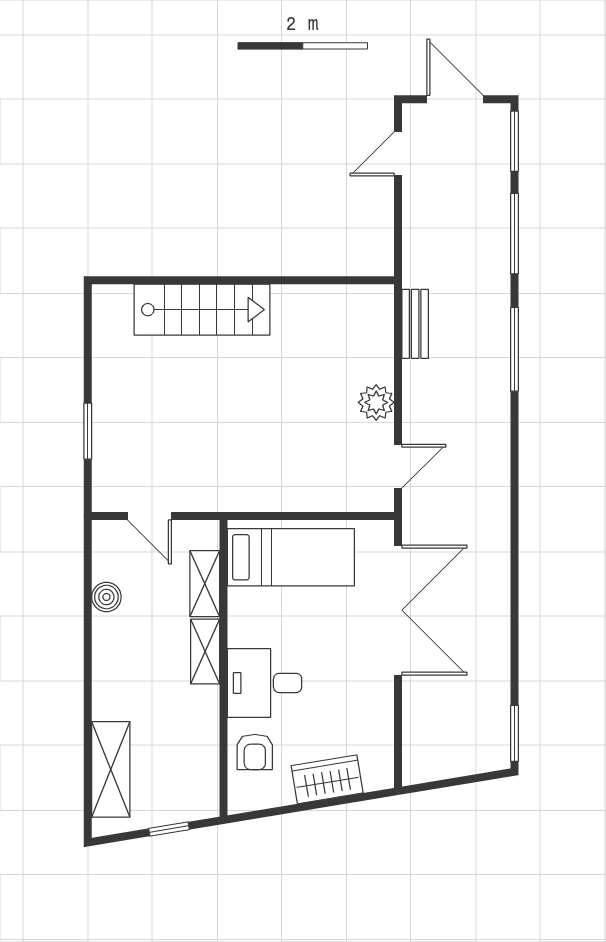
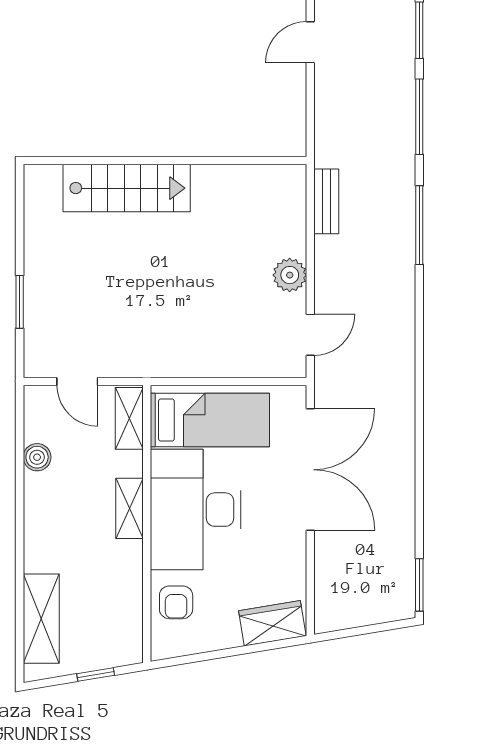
shelving: (205, 584) -> (129, 418), moved
desk: (265, 683) -> (196, 510), width x1.87, depth x1.30
wardrobe: (327, 779) -> (272, 623), moved

